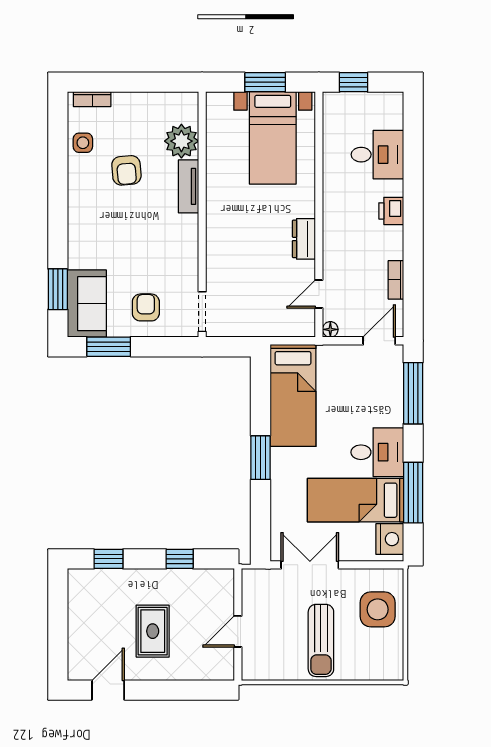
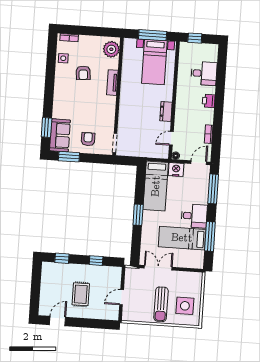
window: (265, 82) -> (153, 35), width x1.44
plant: (181, 141) -> (111, 49), moved
nightstand: (390, 539) -> (176, 170), moved, turned -90
side table: (378, 609) -> (185, 306), moved

